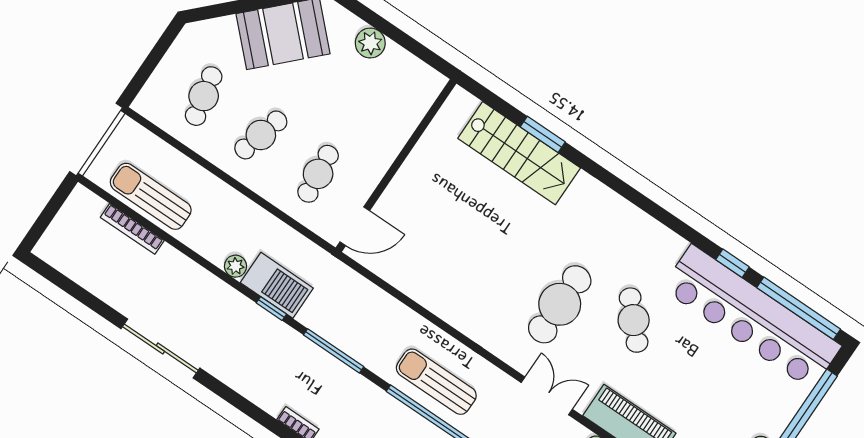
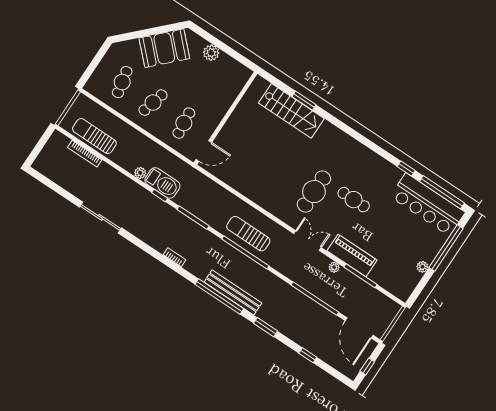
bar counter: (752, 317) -> (428, 205), width x0.73
cafe table: (634, 320) -> (354, 200), turned -47

